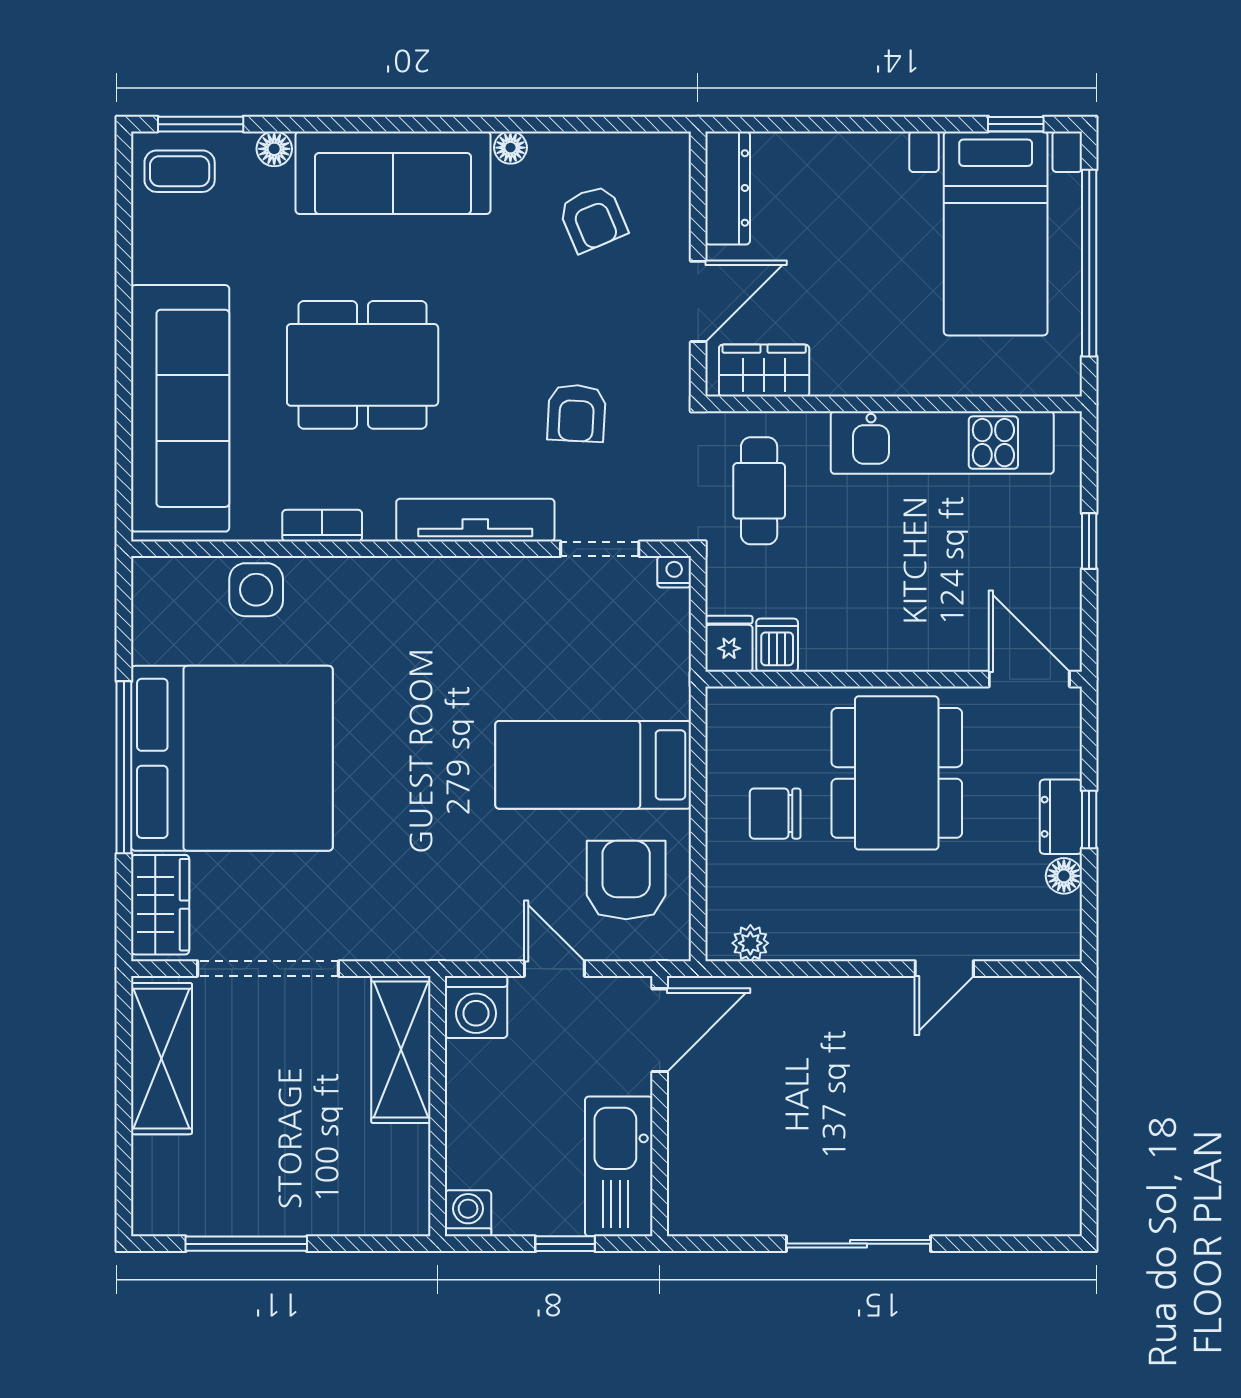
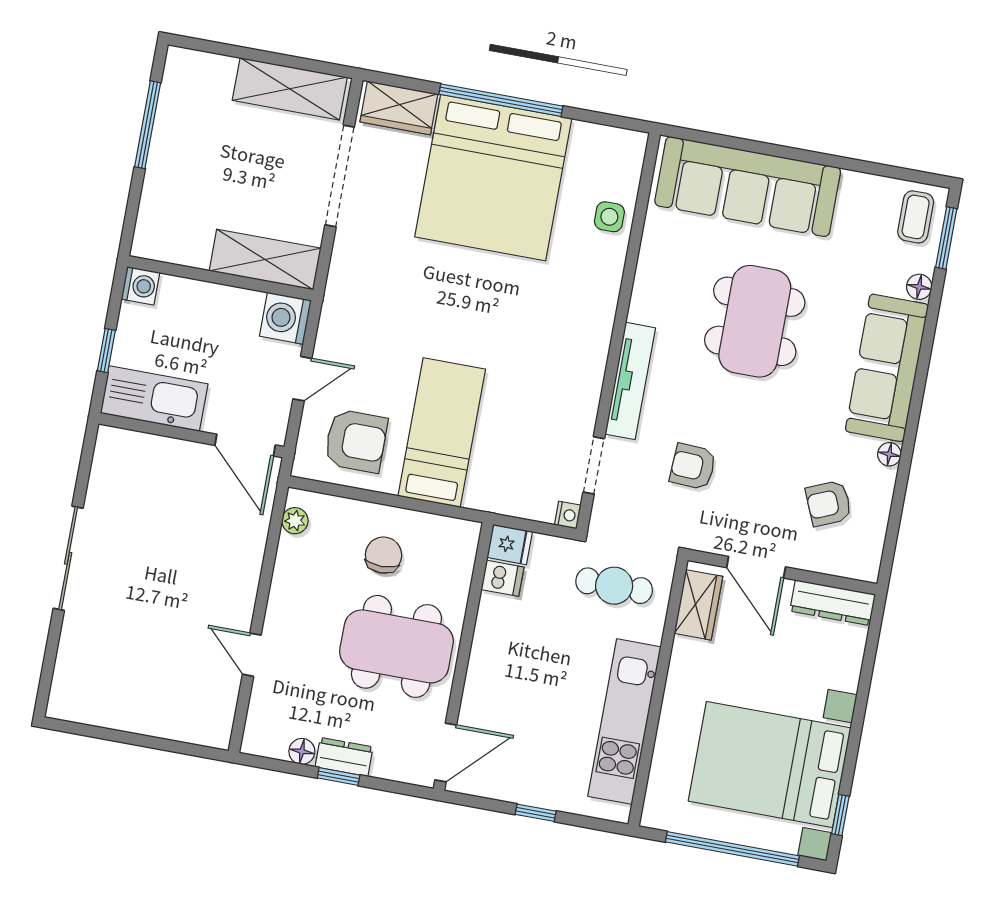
bed with nightstands: (996, 233) -> (770, 764), width x1.36
bookcase: (322, 526) -> (646, 272), removed
side table: (256, 590) -> (609, 217), width x0.73, depth x0.73

